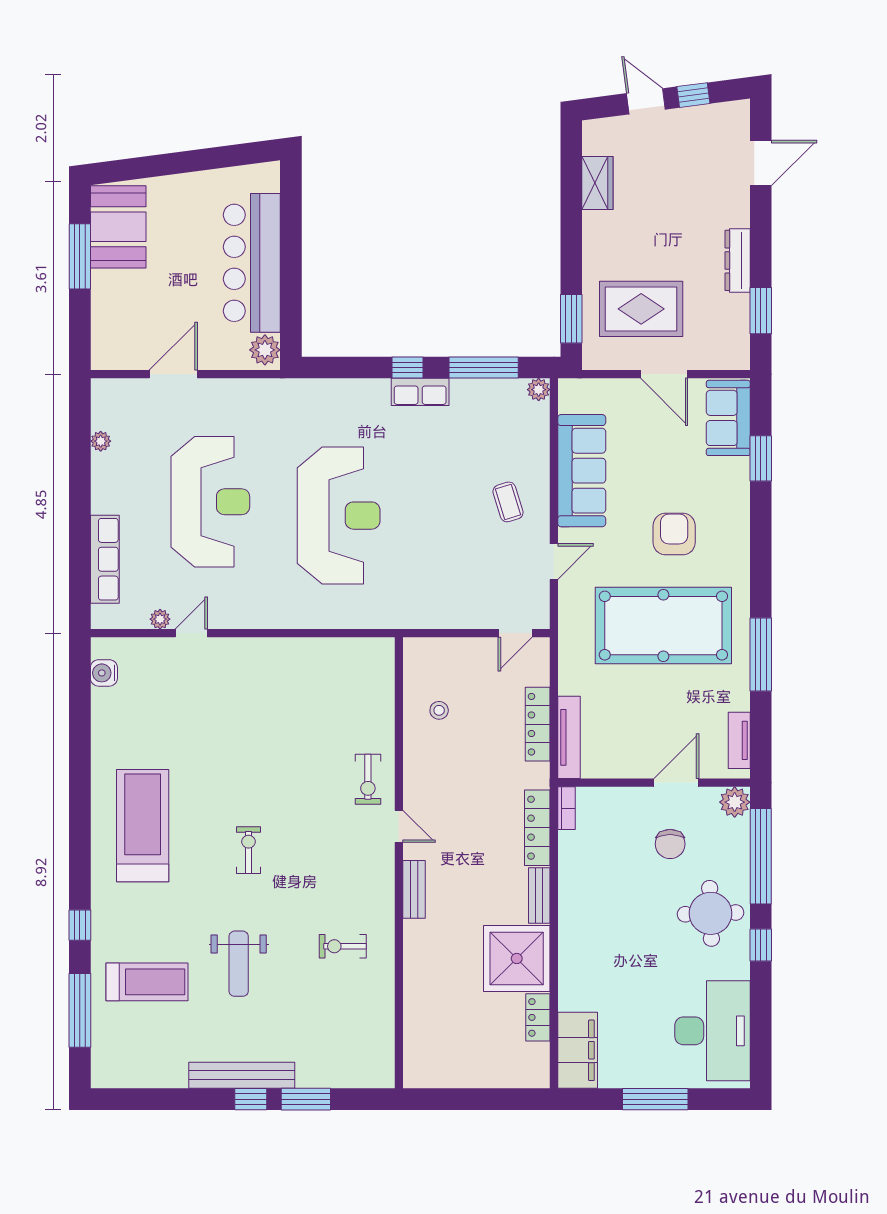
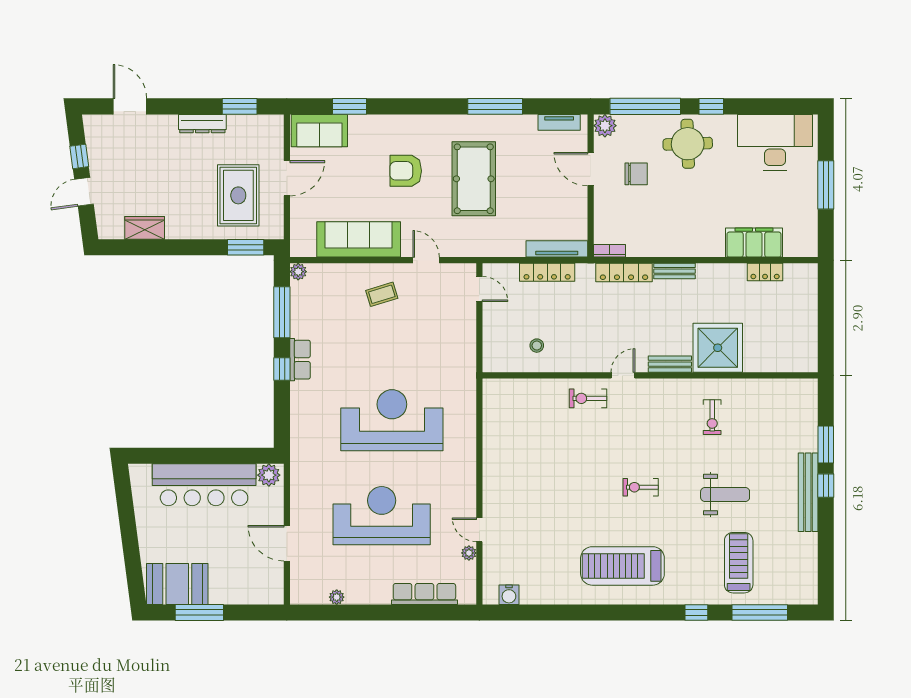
pool table: (663, 626) -> (474, 179), width x0.73, depth x0.76
exercise bike: (368, 779) -> (588, 398), turned 180
shower: (517, 958) -> (718, 348), moved
filing cabinet: (578, 1050) -> (754, 243), moved

